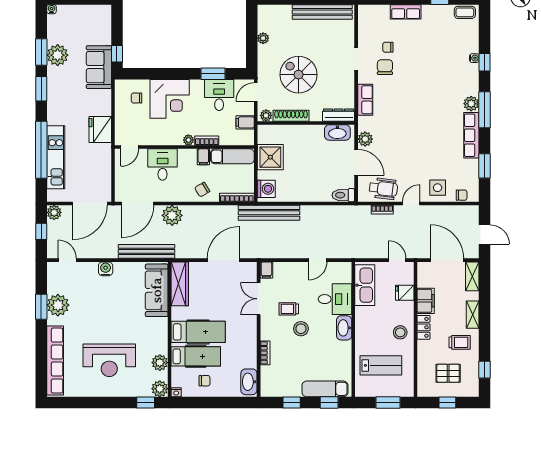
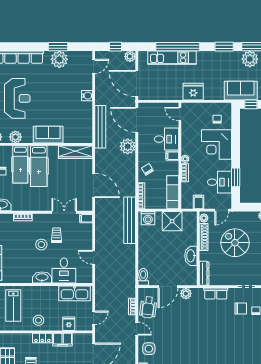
spiral stairs: (299, 75) -> (235, 243), turned -90
door: (256, 92) -> (222, 210), swing flipped
washbasin: (337, 132) -> (191, 256), moved
filing cabinet: (203, 157) -> (172, 156), moved
sofa: (157, 290) -> (48, 135), moved, width x0.73
reception desk: (109, 360) -> (17, 98), turned 180

